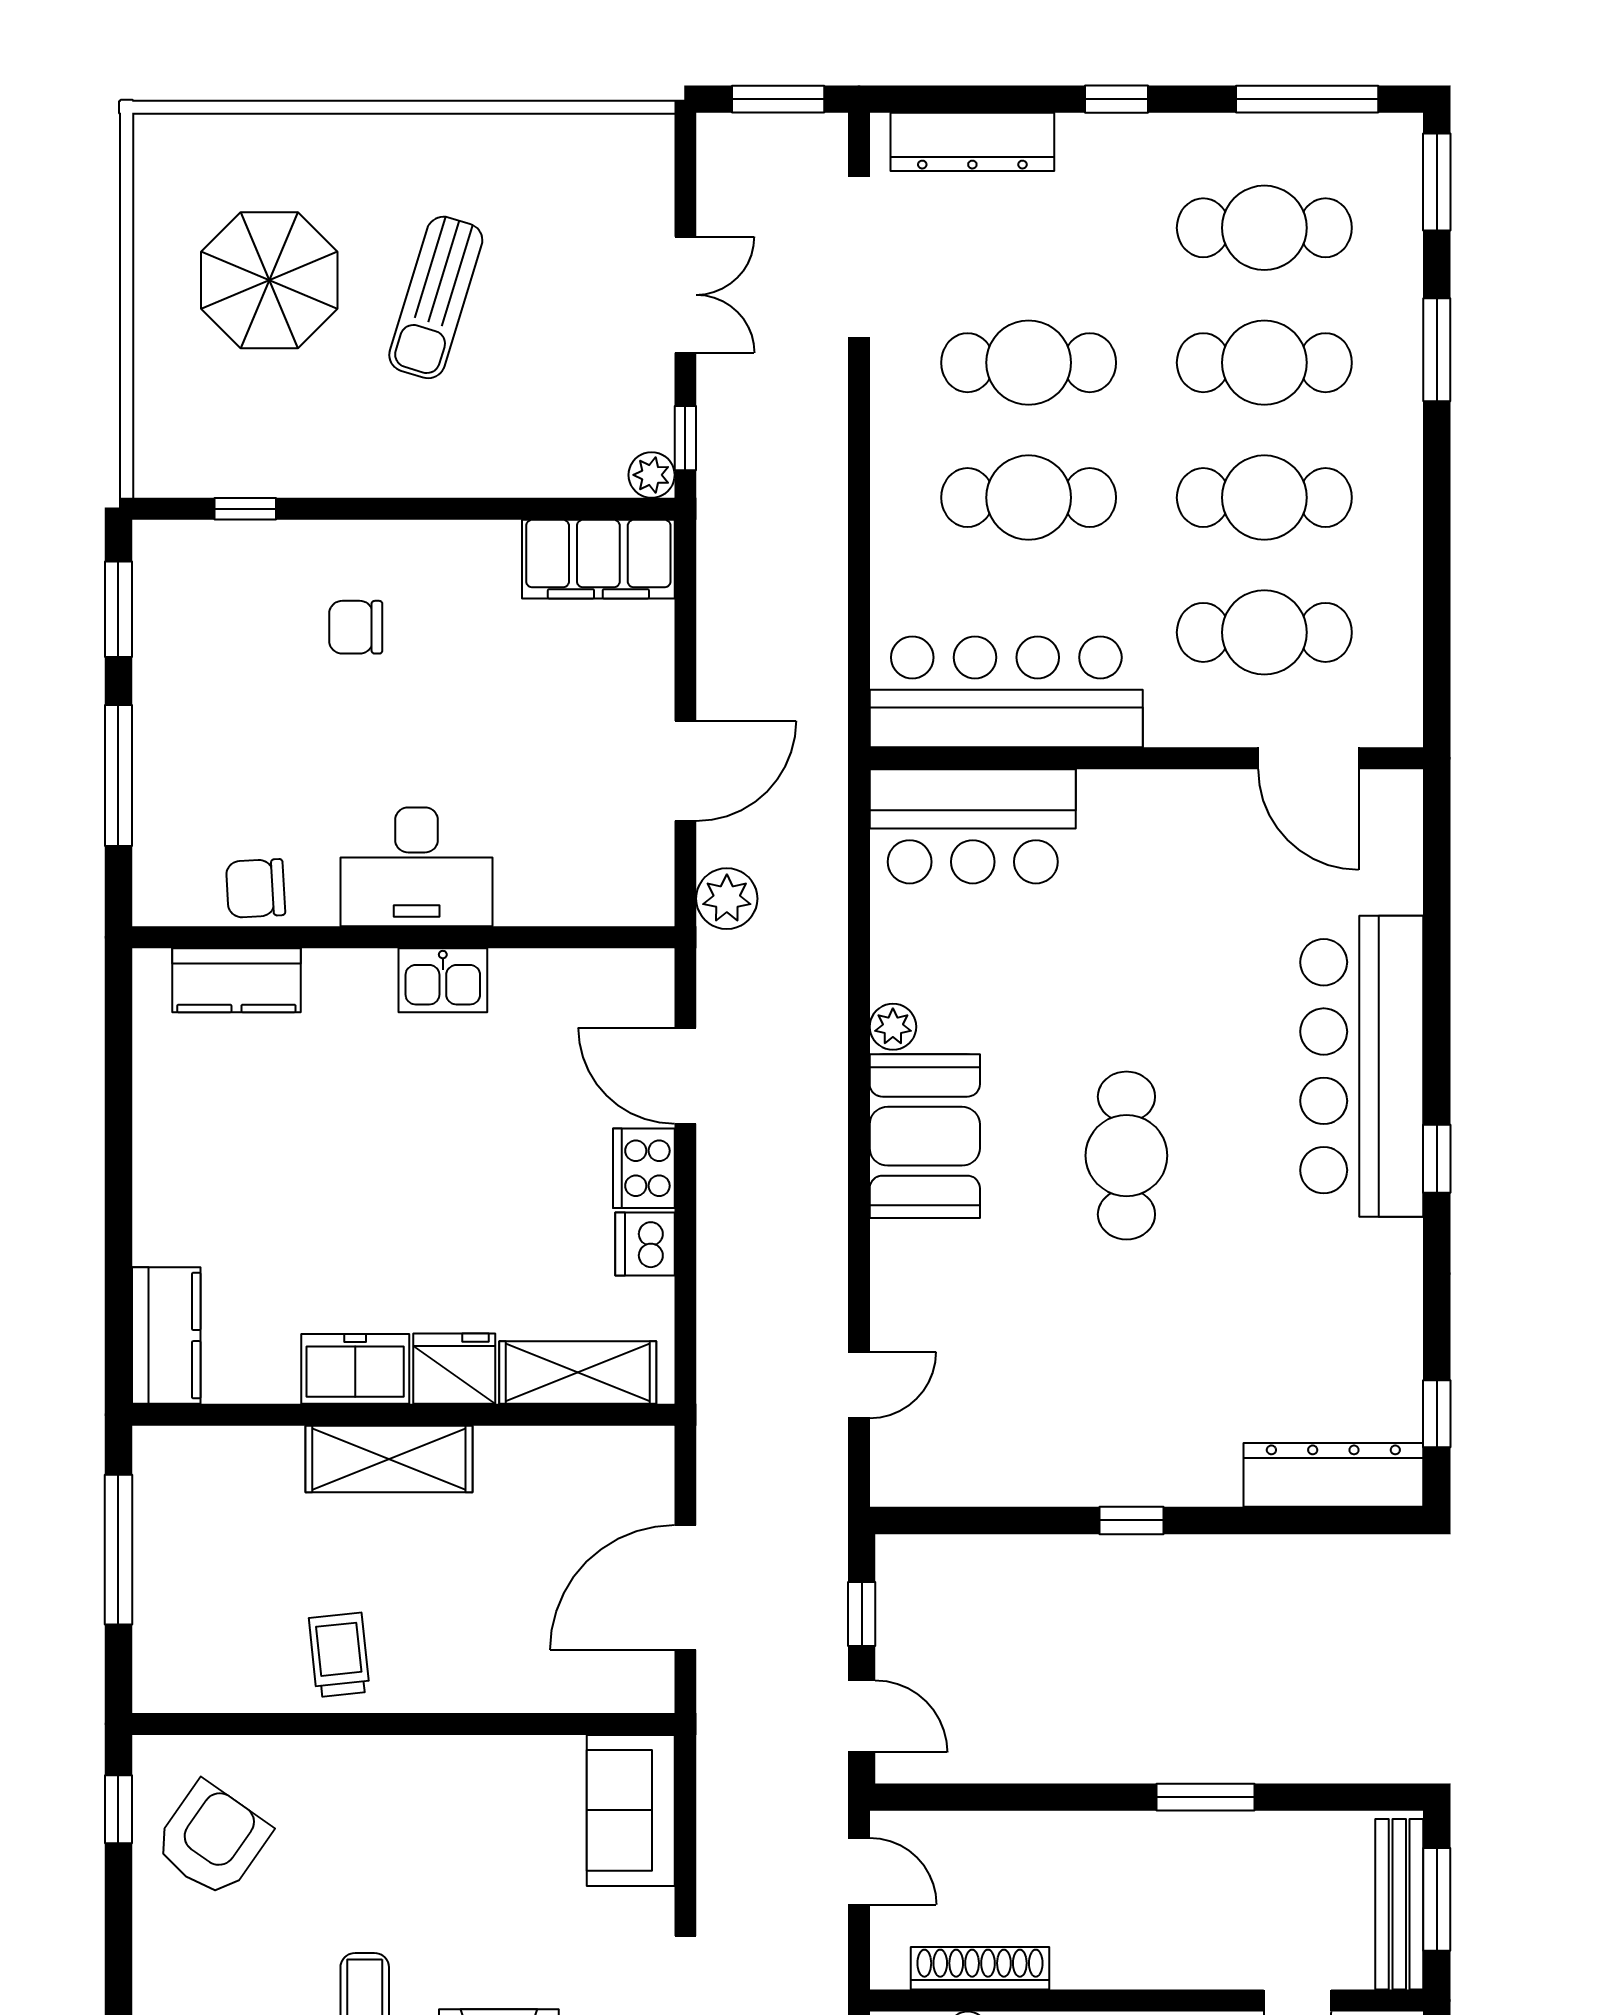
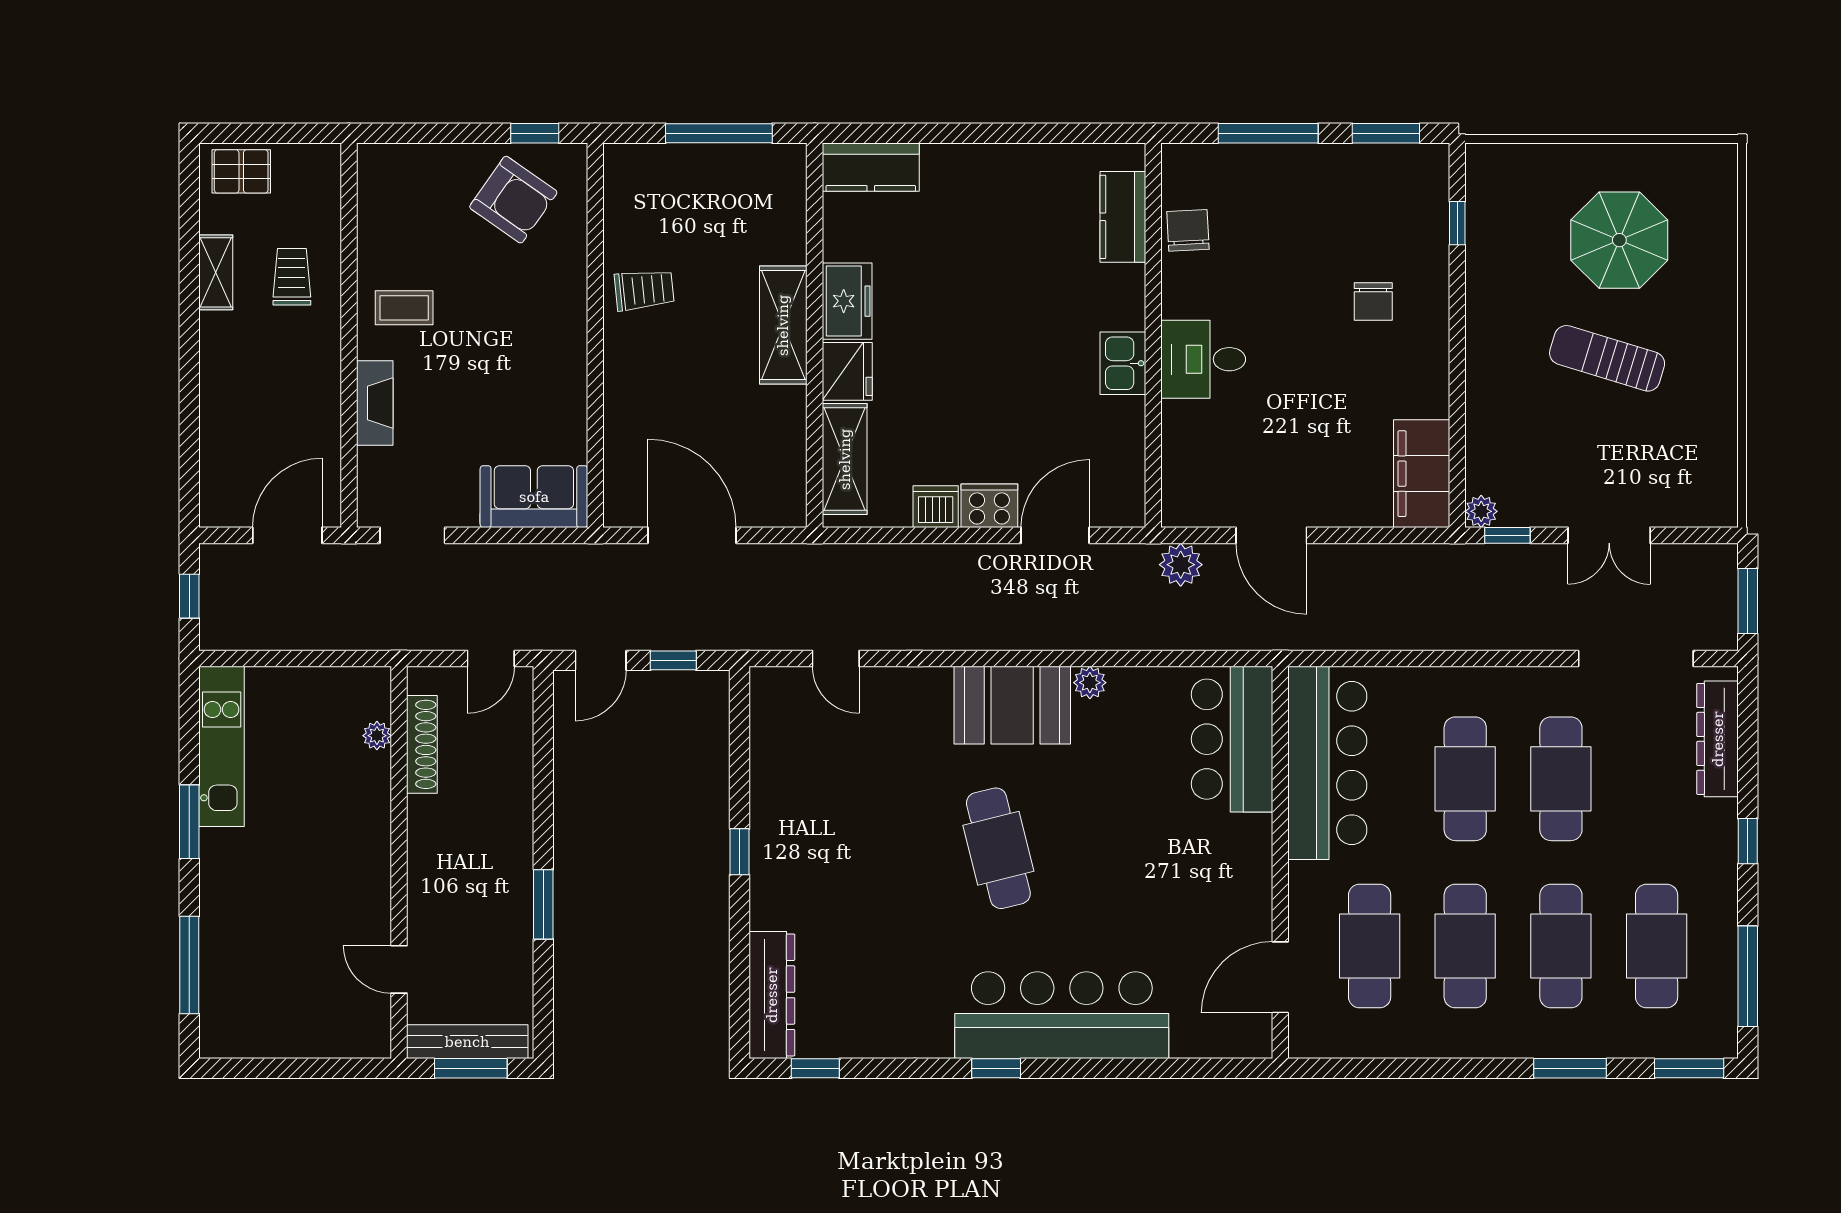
chair: (356, 627) -> (1373, 302), turned 180
desk: (417, 867) -> (1203, 359), width x0.73
cafe table: (1126, 1156) -> (998, 848), turned 76

